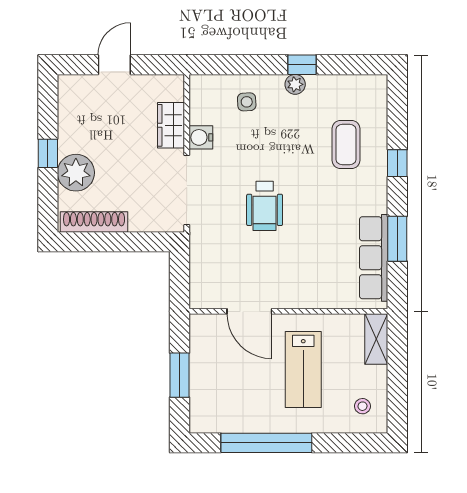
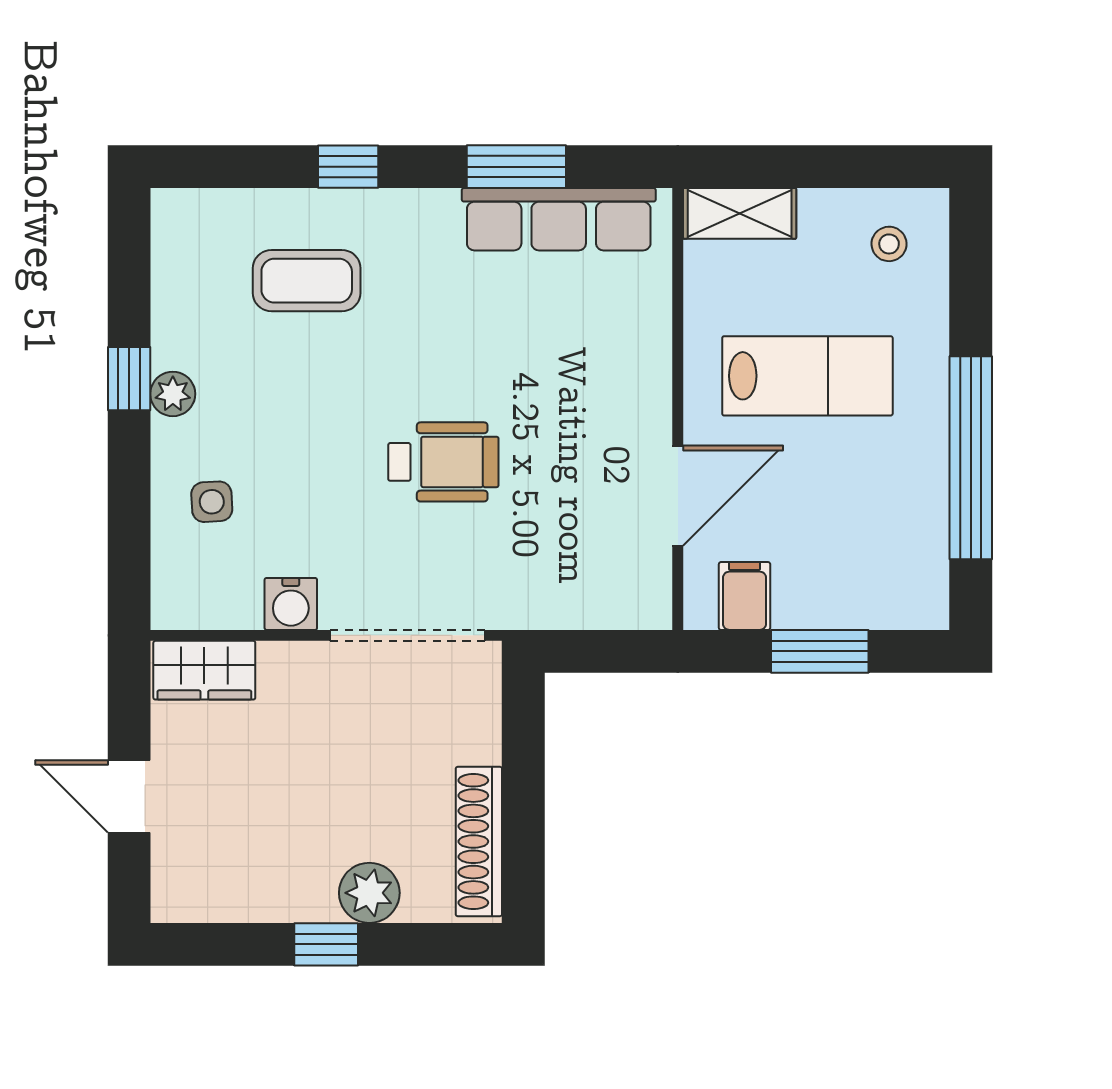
wardrobe: (171, 125) -> (204, 670), moved
plant: (76, 173) -> (369, 893), width x0.73, depth x0.73
filing cabinet: (204, 341) -> (745, 596), added

